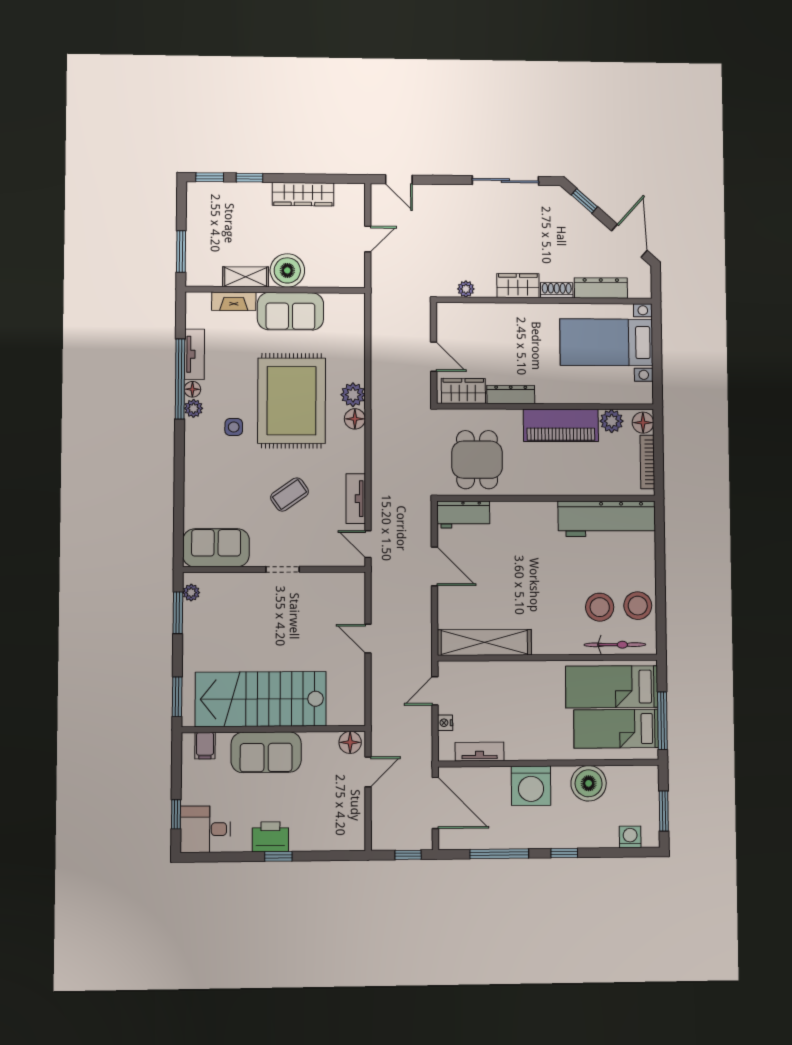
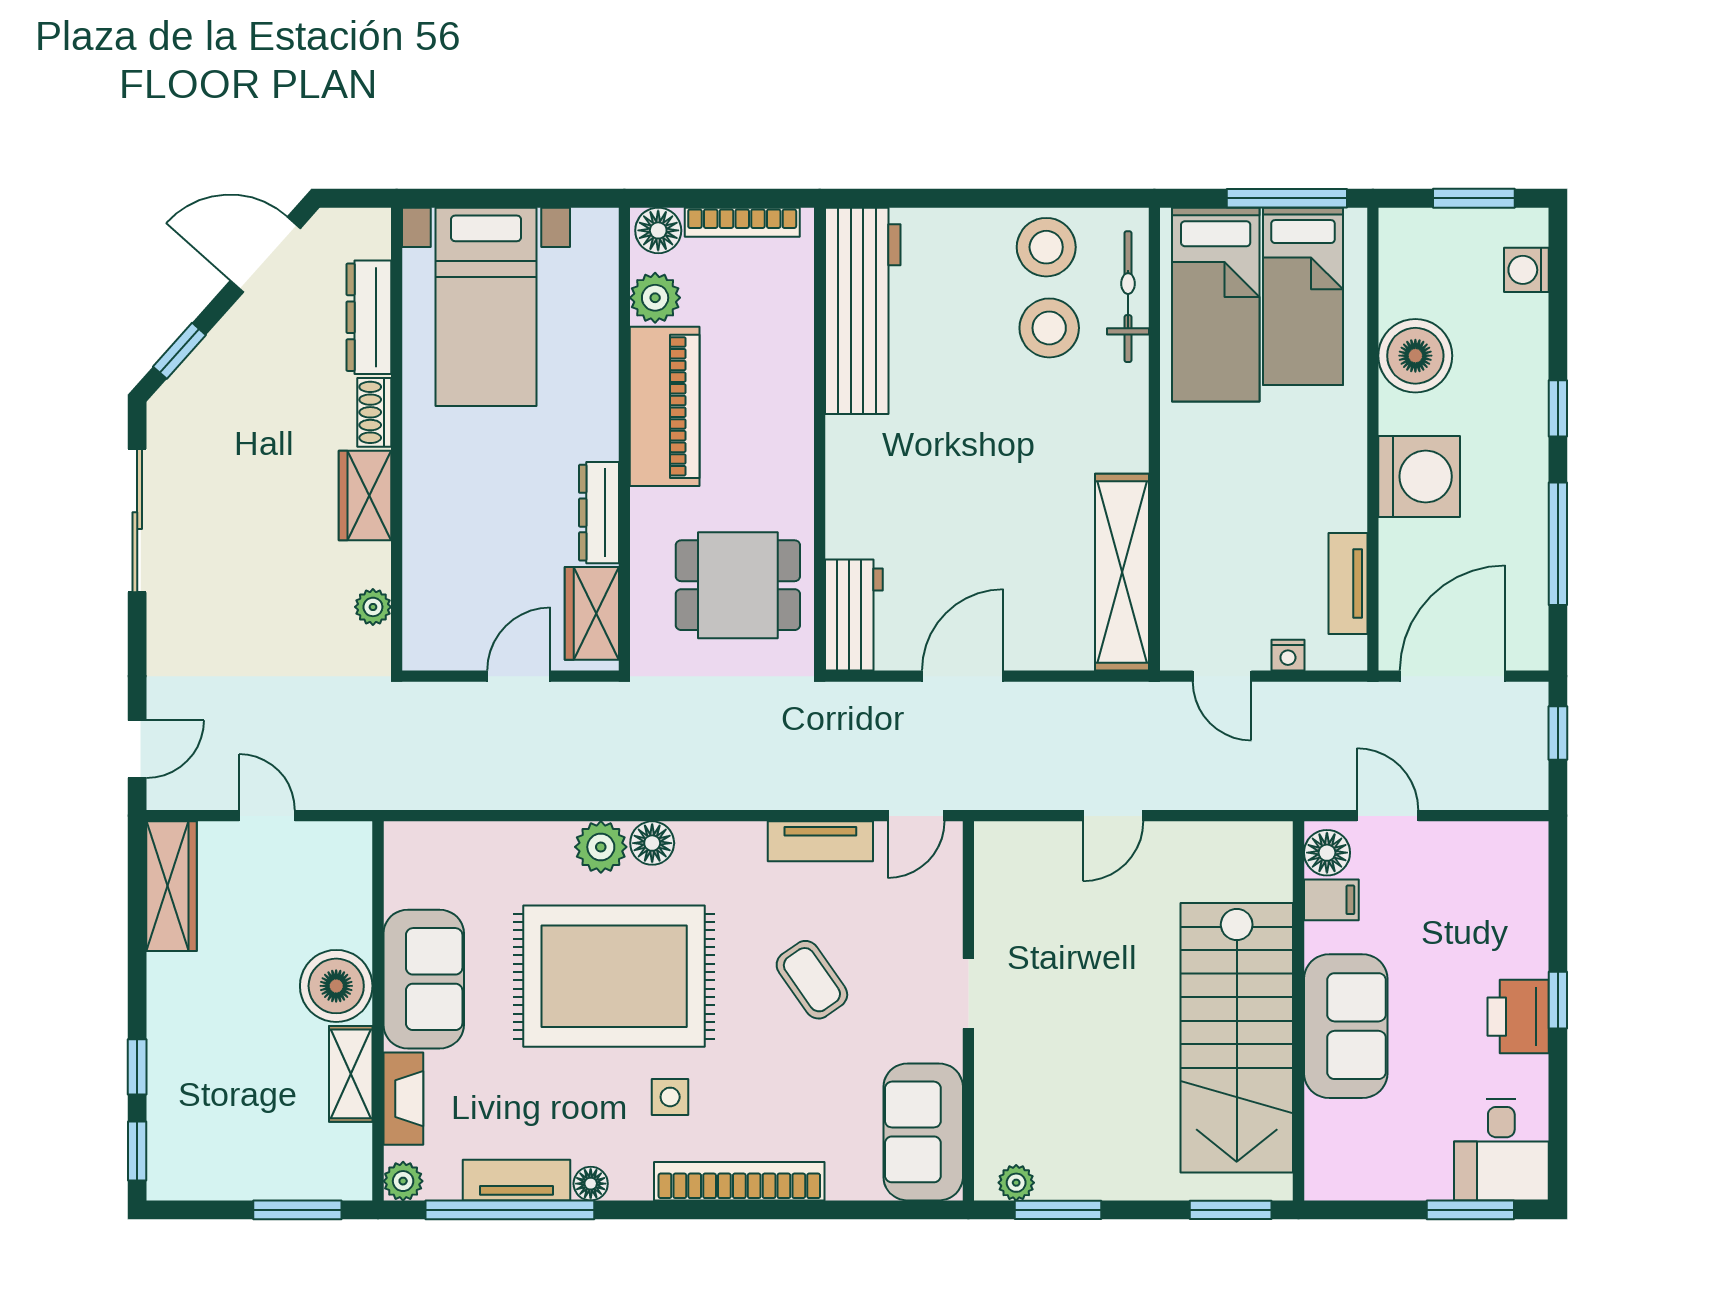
wardrobe: (303, 194) -> (172, 886), moved
window: (180, 379) -> (510, 1210), moved
plant: (194, 408) -> (403, 1181), moved
bookcase: (193, 460) -> (739, 1181), added
filing cabinet: (205, 746) -> (1331, 900), moved
window: (176, 814) -> (1470, 1210), width x1.50

